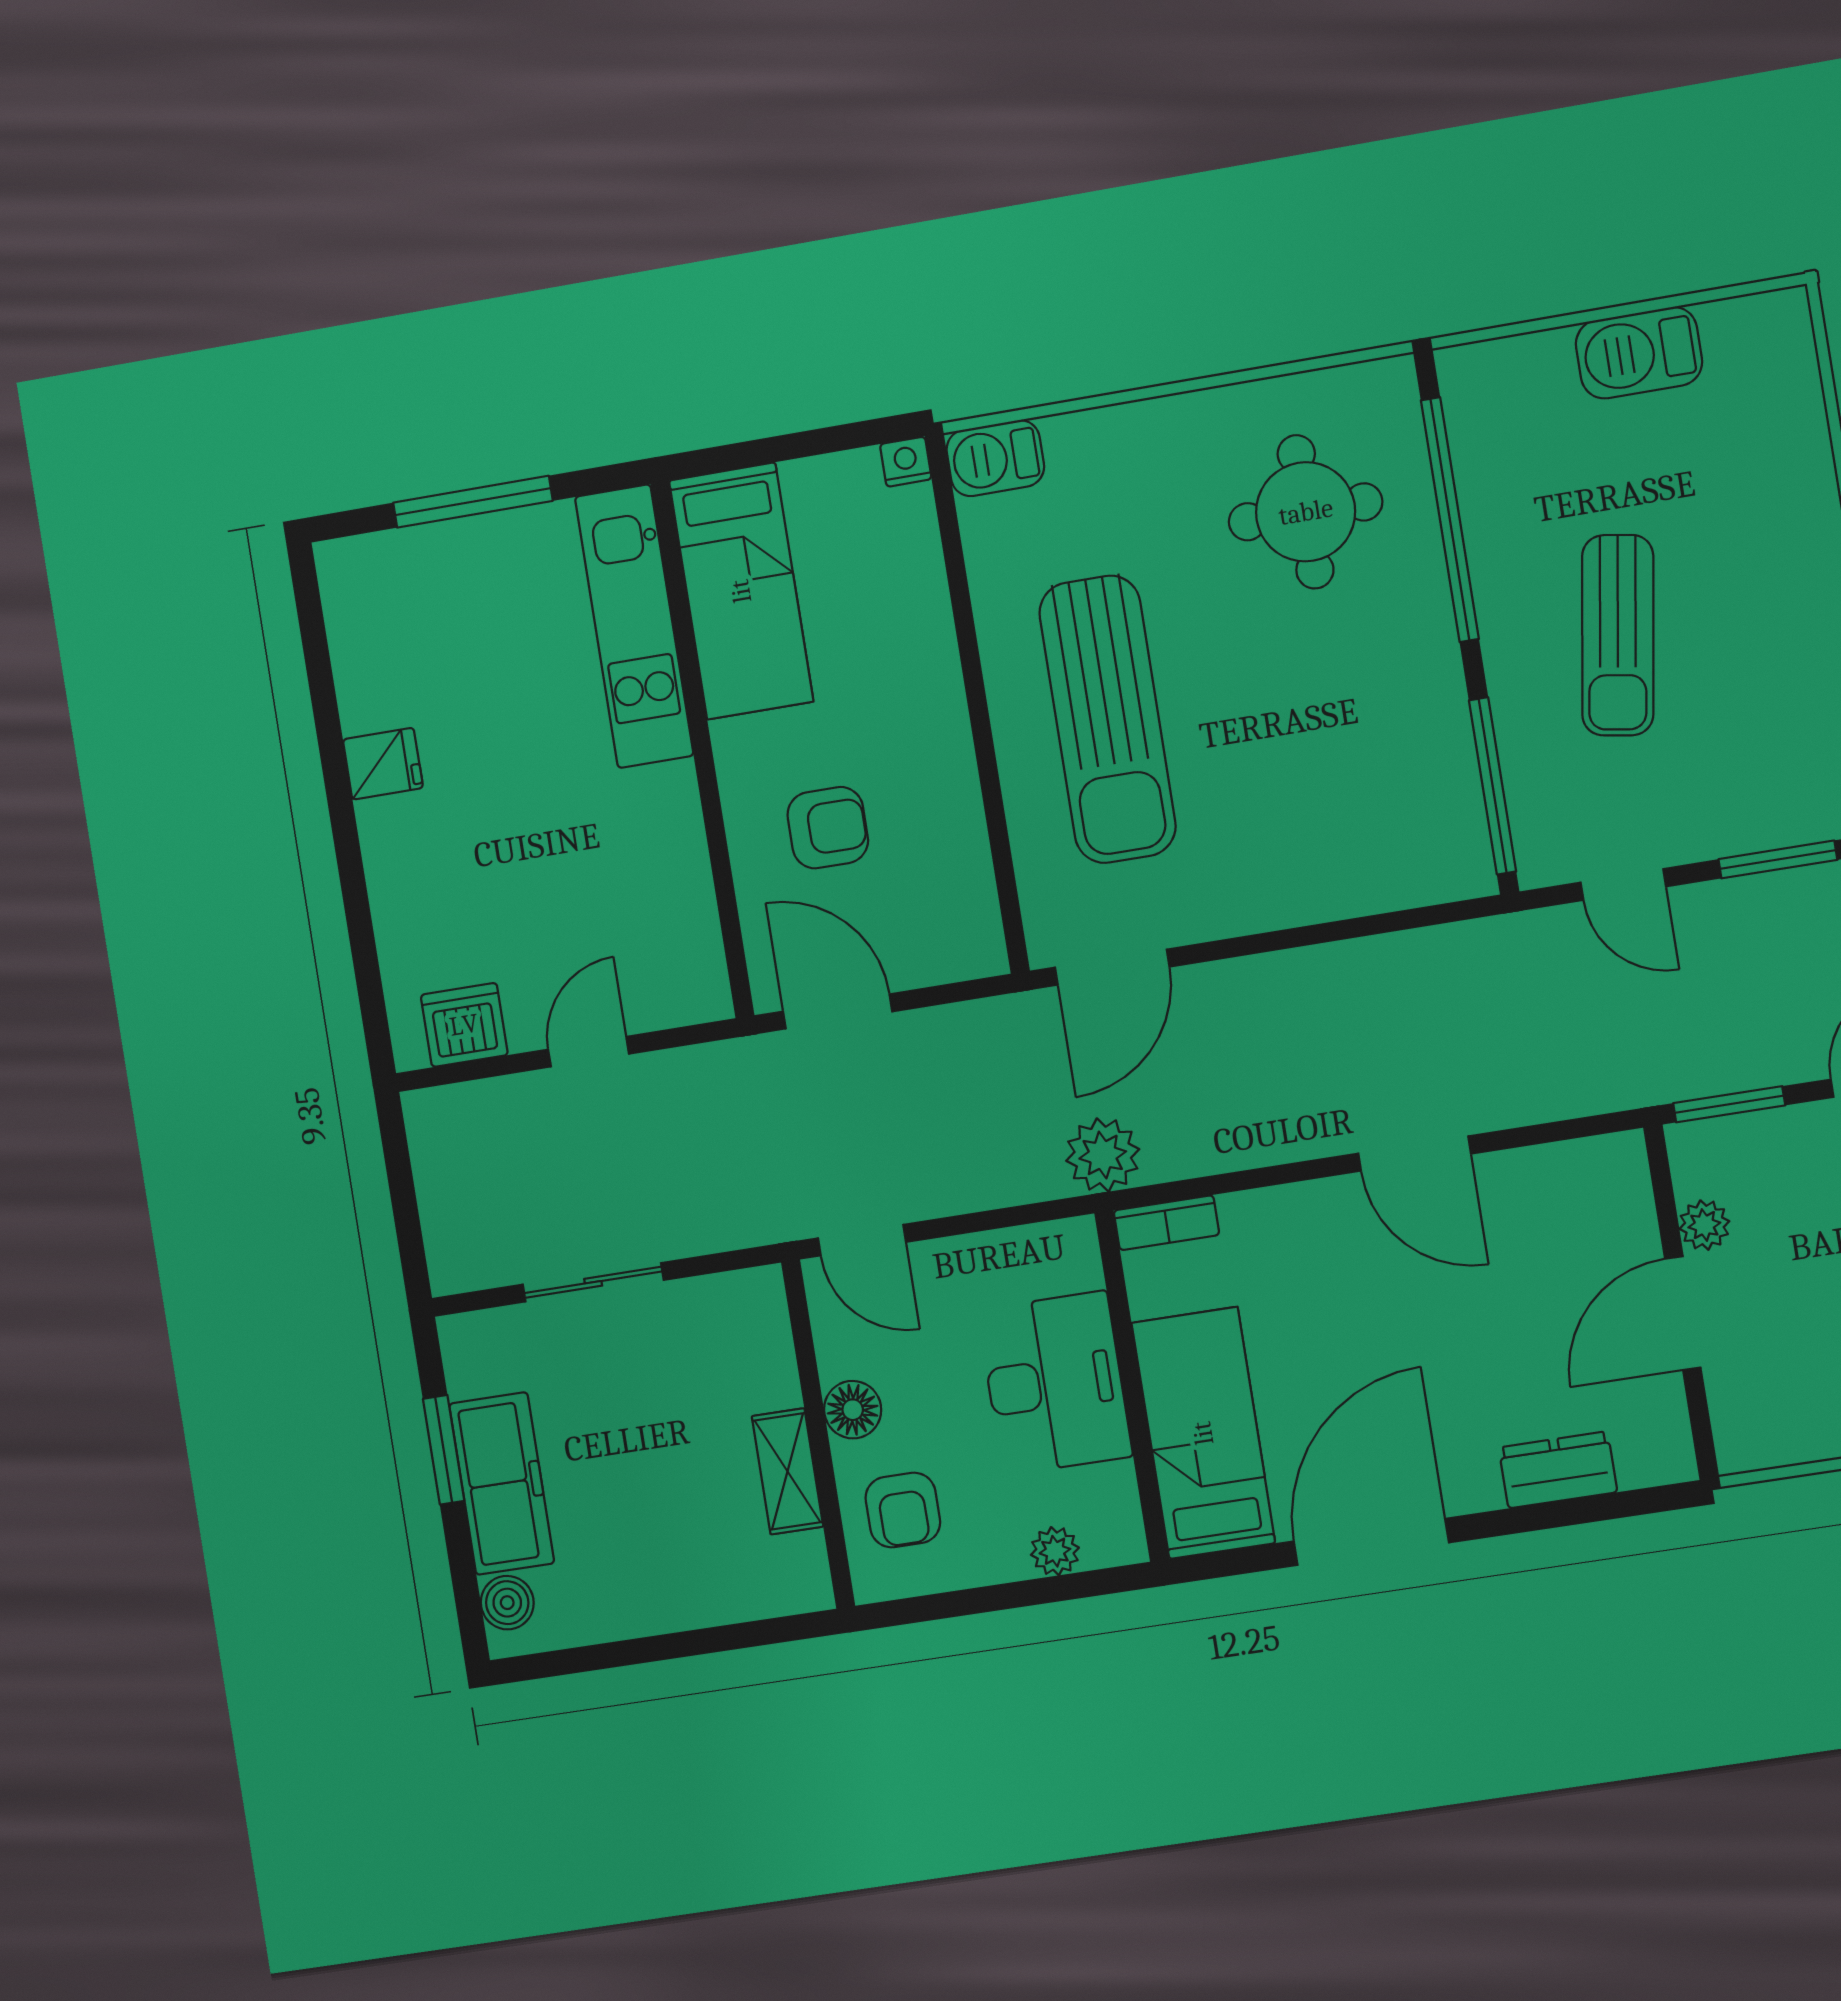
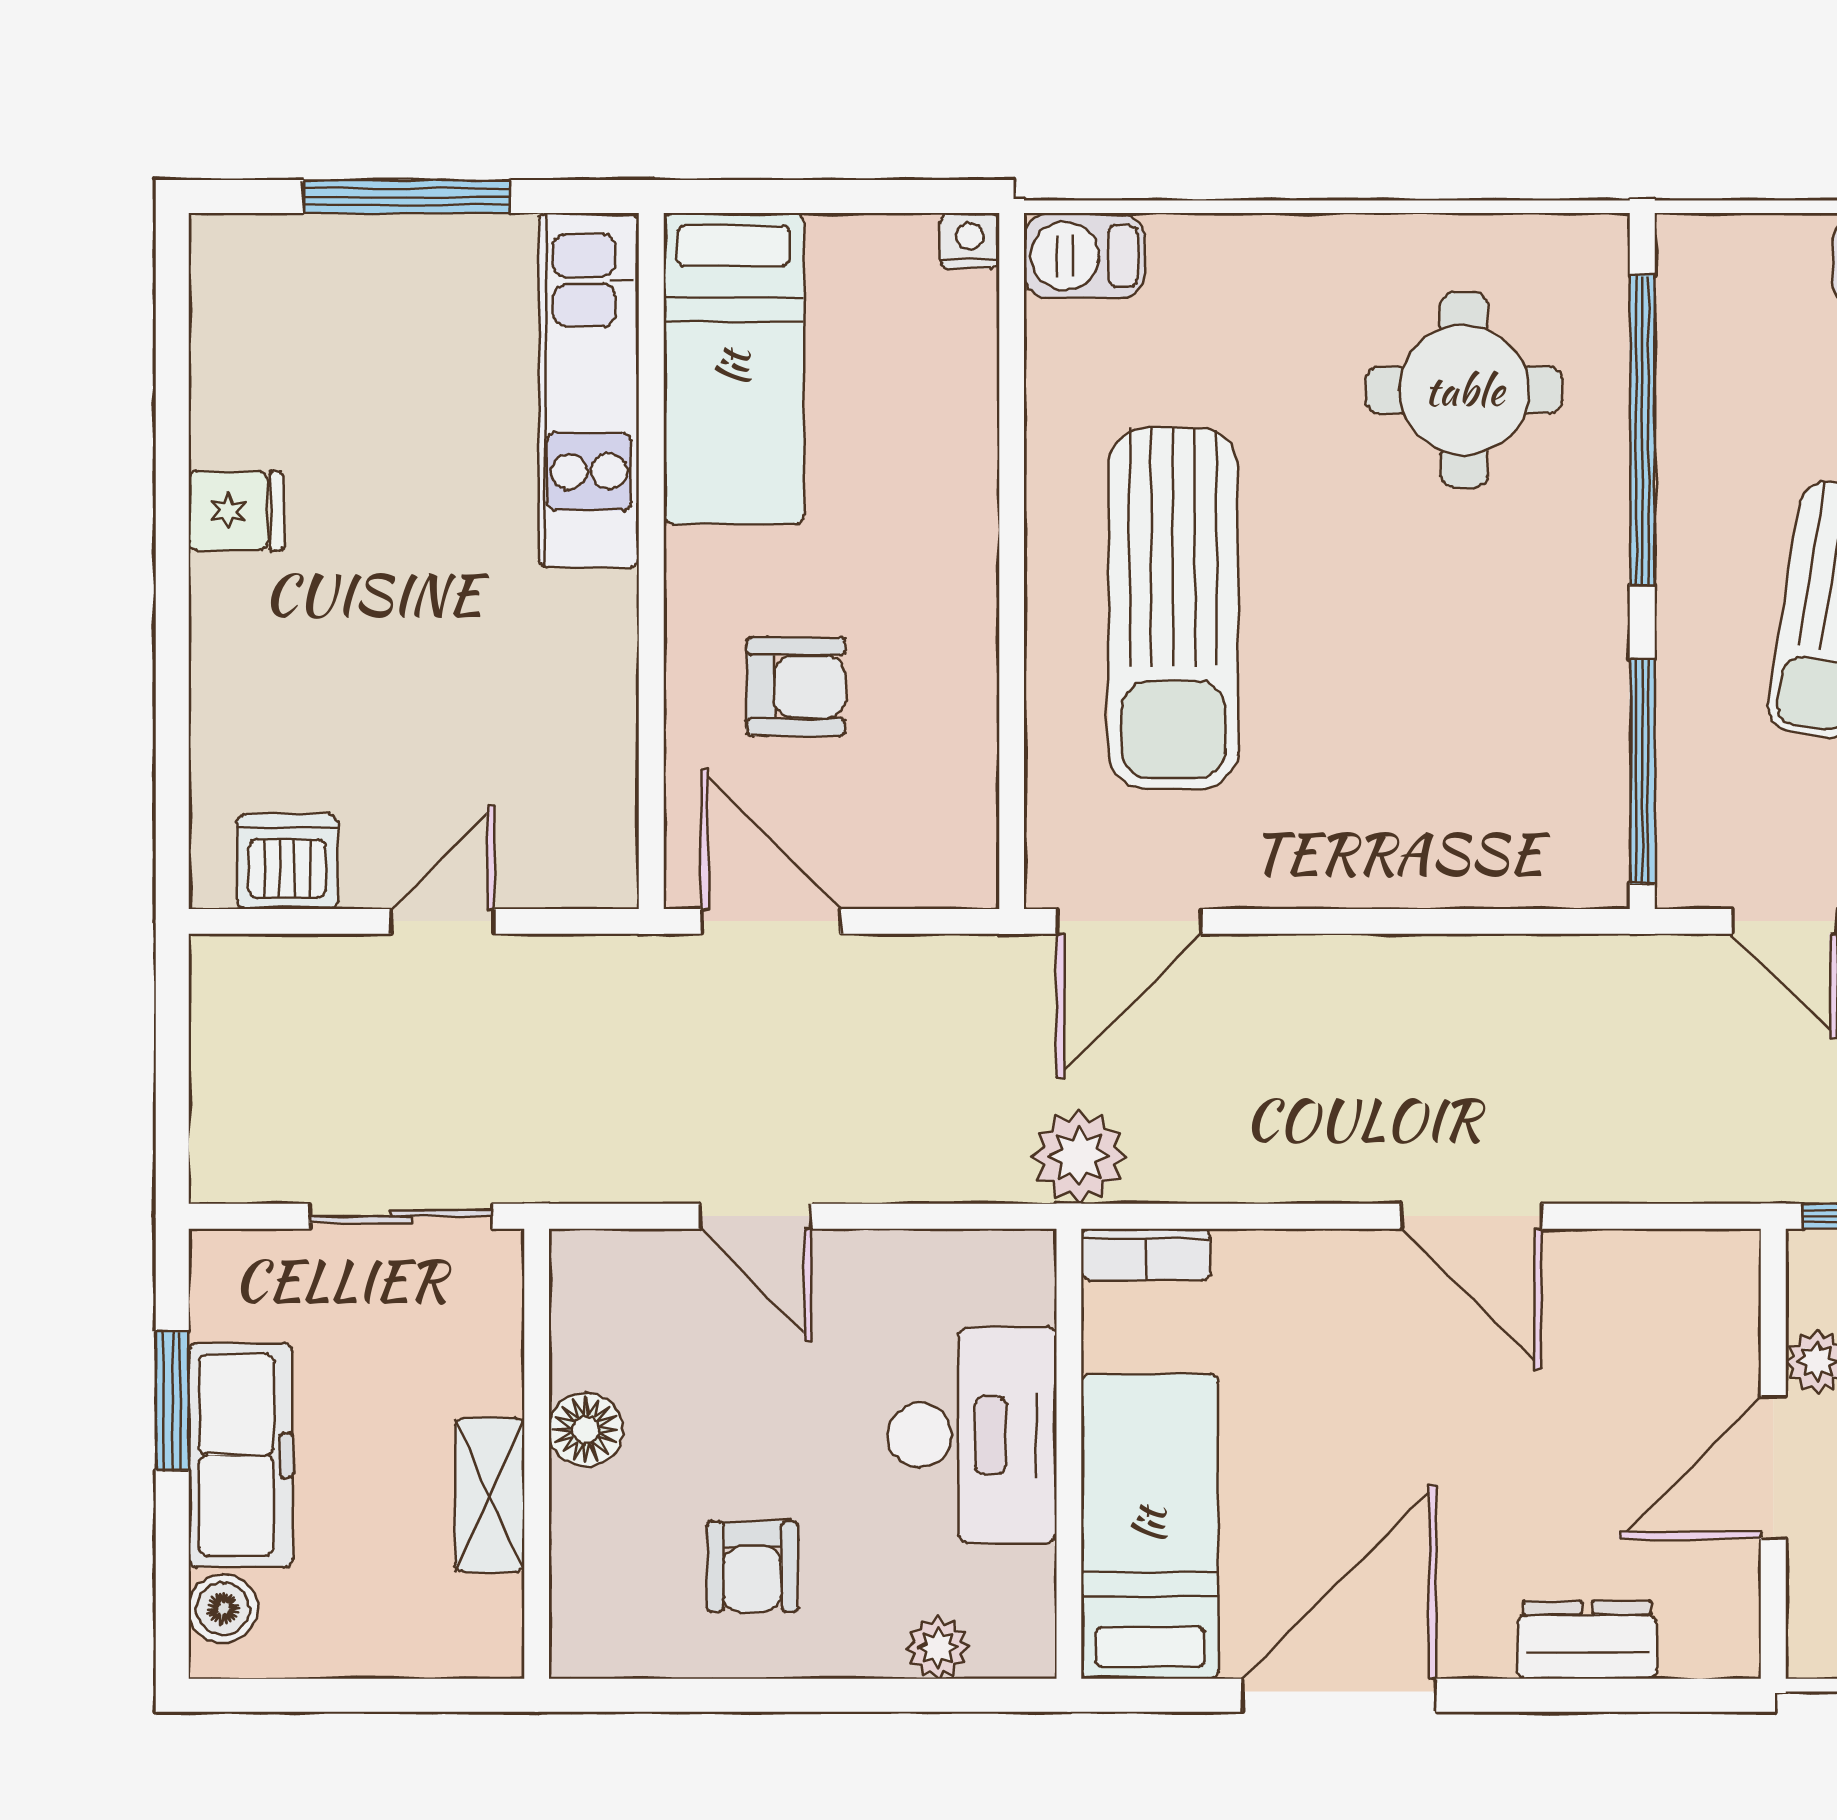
floor lamp: (853, 1410) -> (586, 1429), moved
wall: (818, 1434) -> (537, 1454), moved
shelving: (787, 1471) -> (490, 1495), moved

